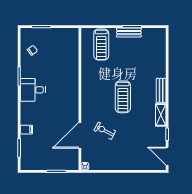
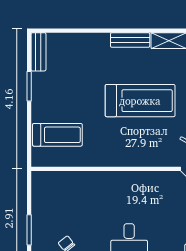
bench: (129, 33) -> (38, 52), moved
treadmill: (123, 97) -> (140, 101), width x1.37, depth x1.38

